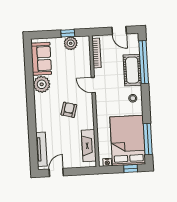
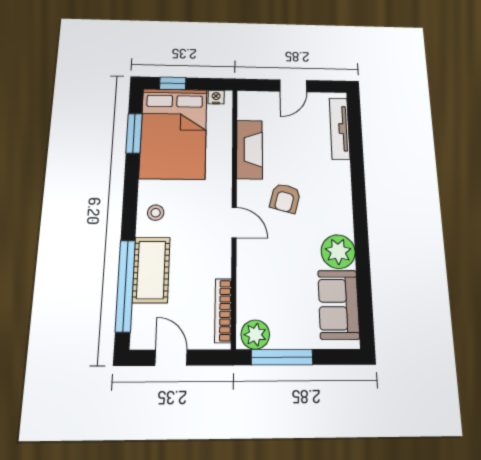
window: (68, 33) -> (282, 357), width x2.17
plant: (71, 43) -> (255, 335), moved
door: (93, 85) -> (234, 223), moved
window: (148, 139) -> (134, 133), width x0.69
fireplace: (89, 146) -> (250, 149), moved
door: (56, 172) -> (293, 86), moved

